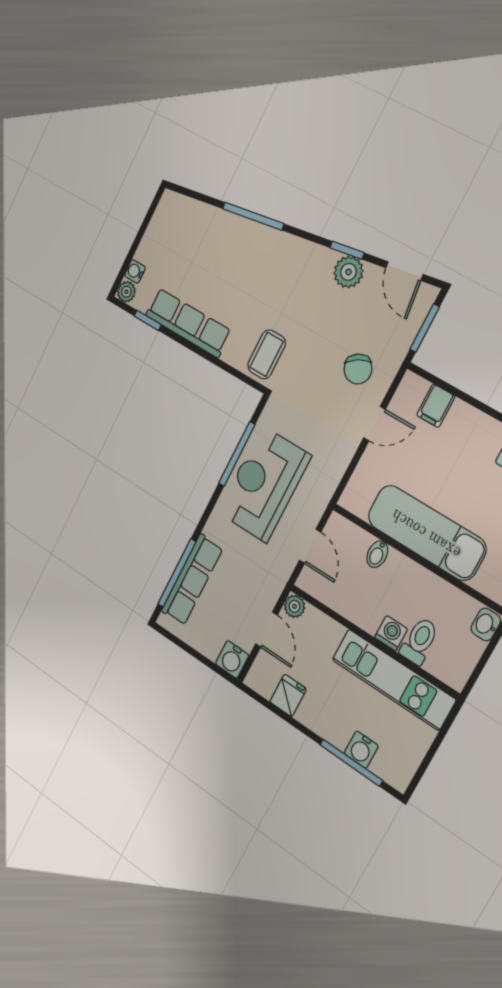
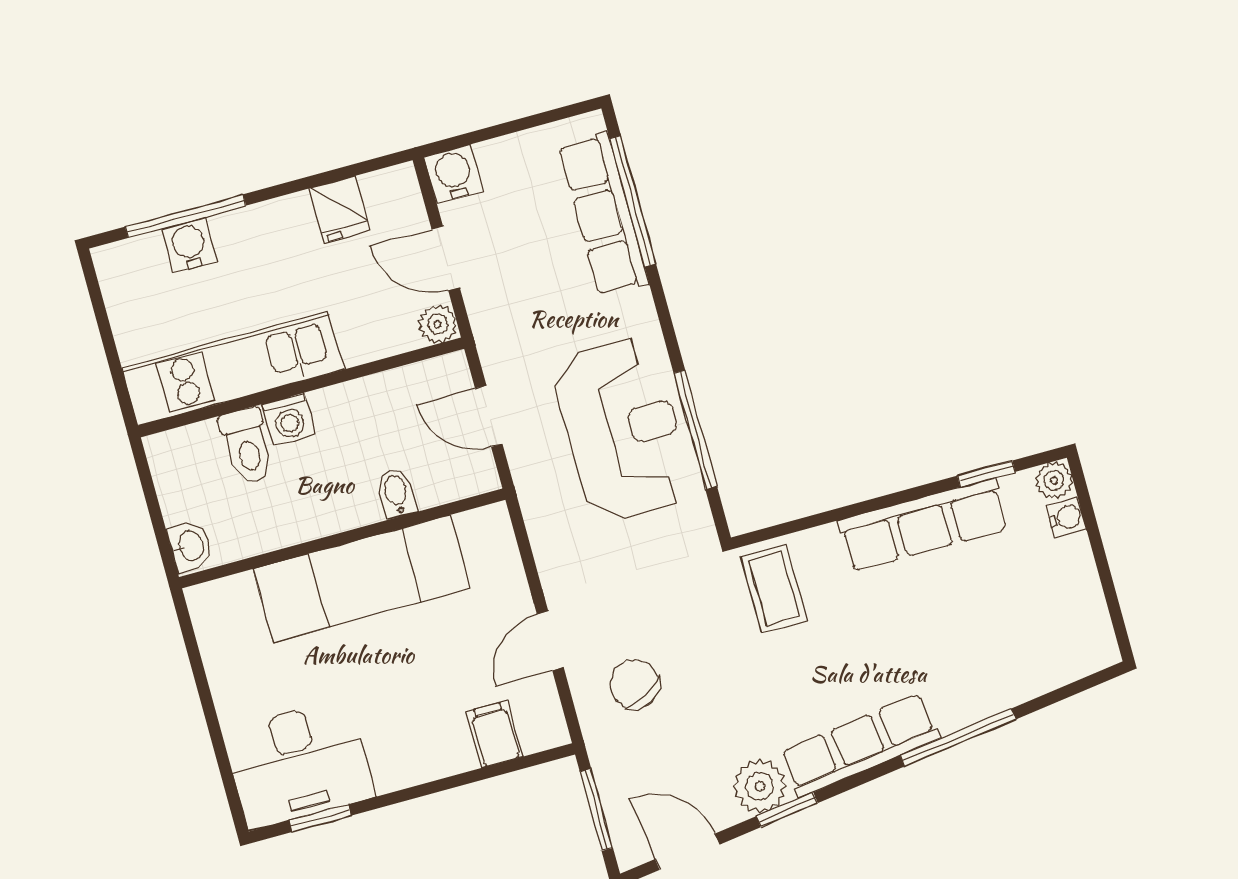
row of seats: (293, 251) -> (860, 745), added

